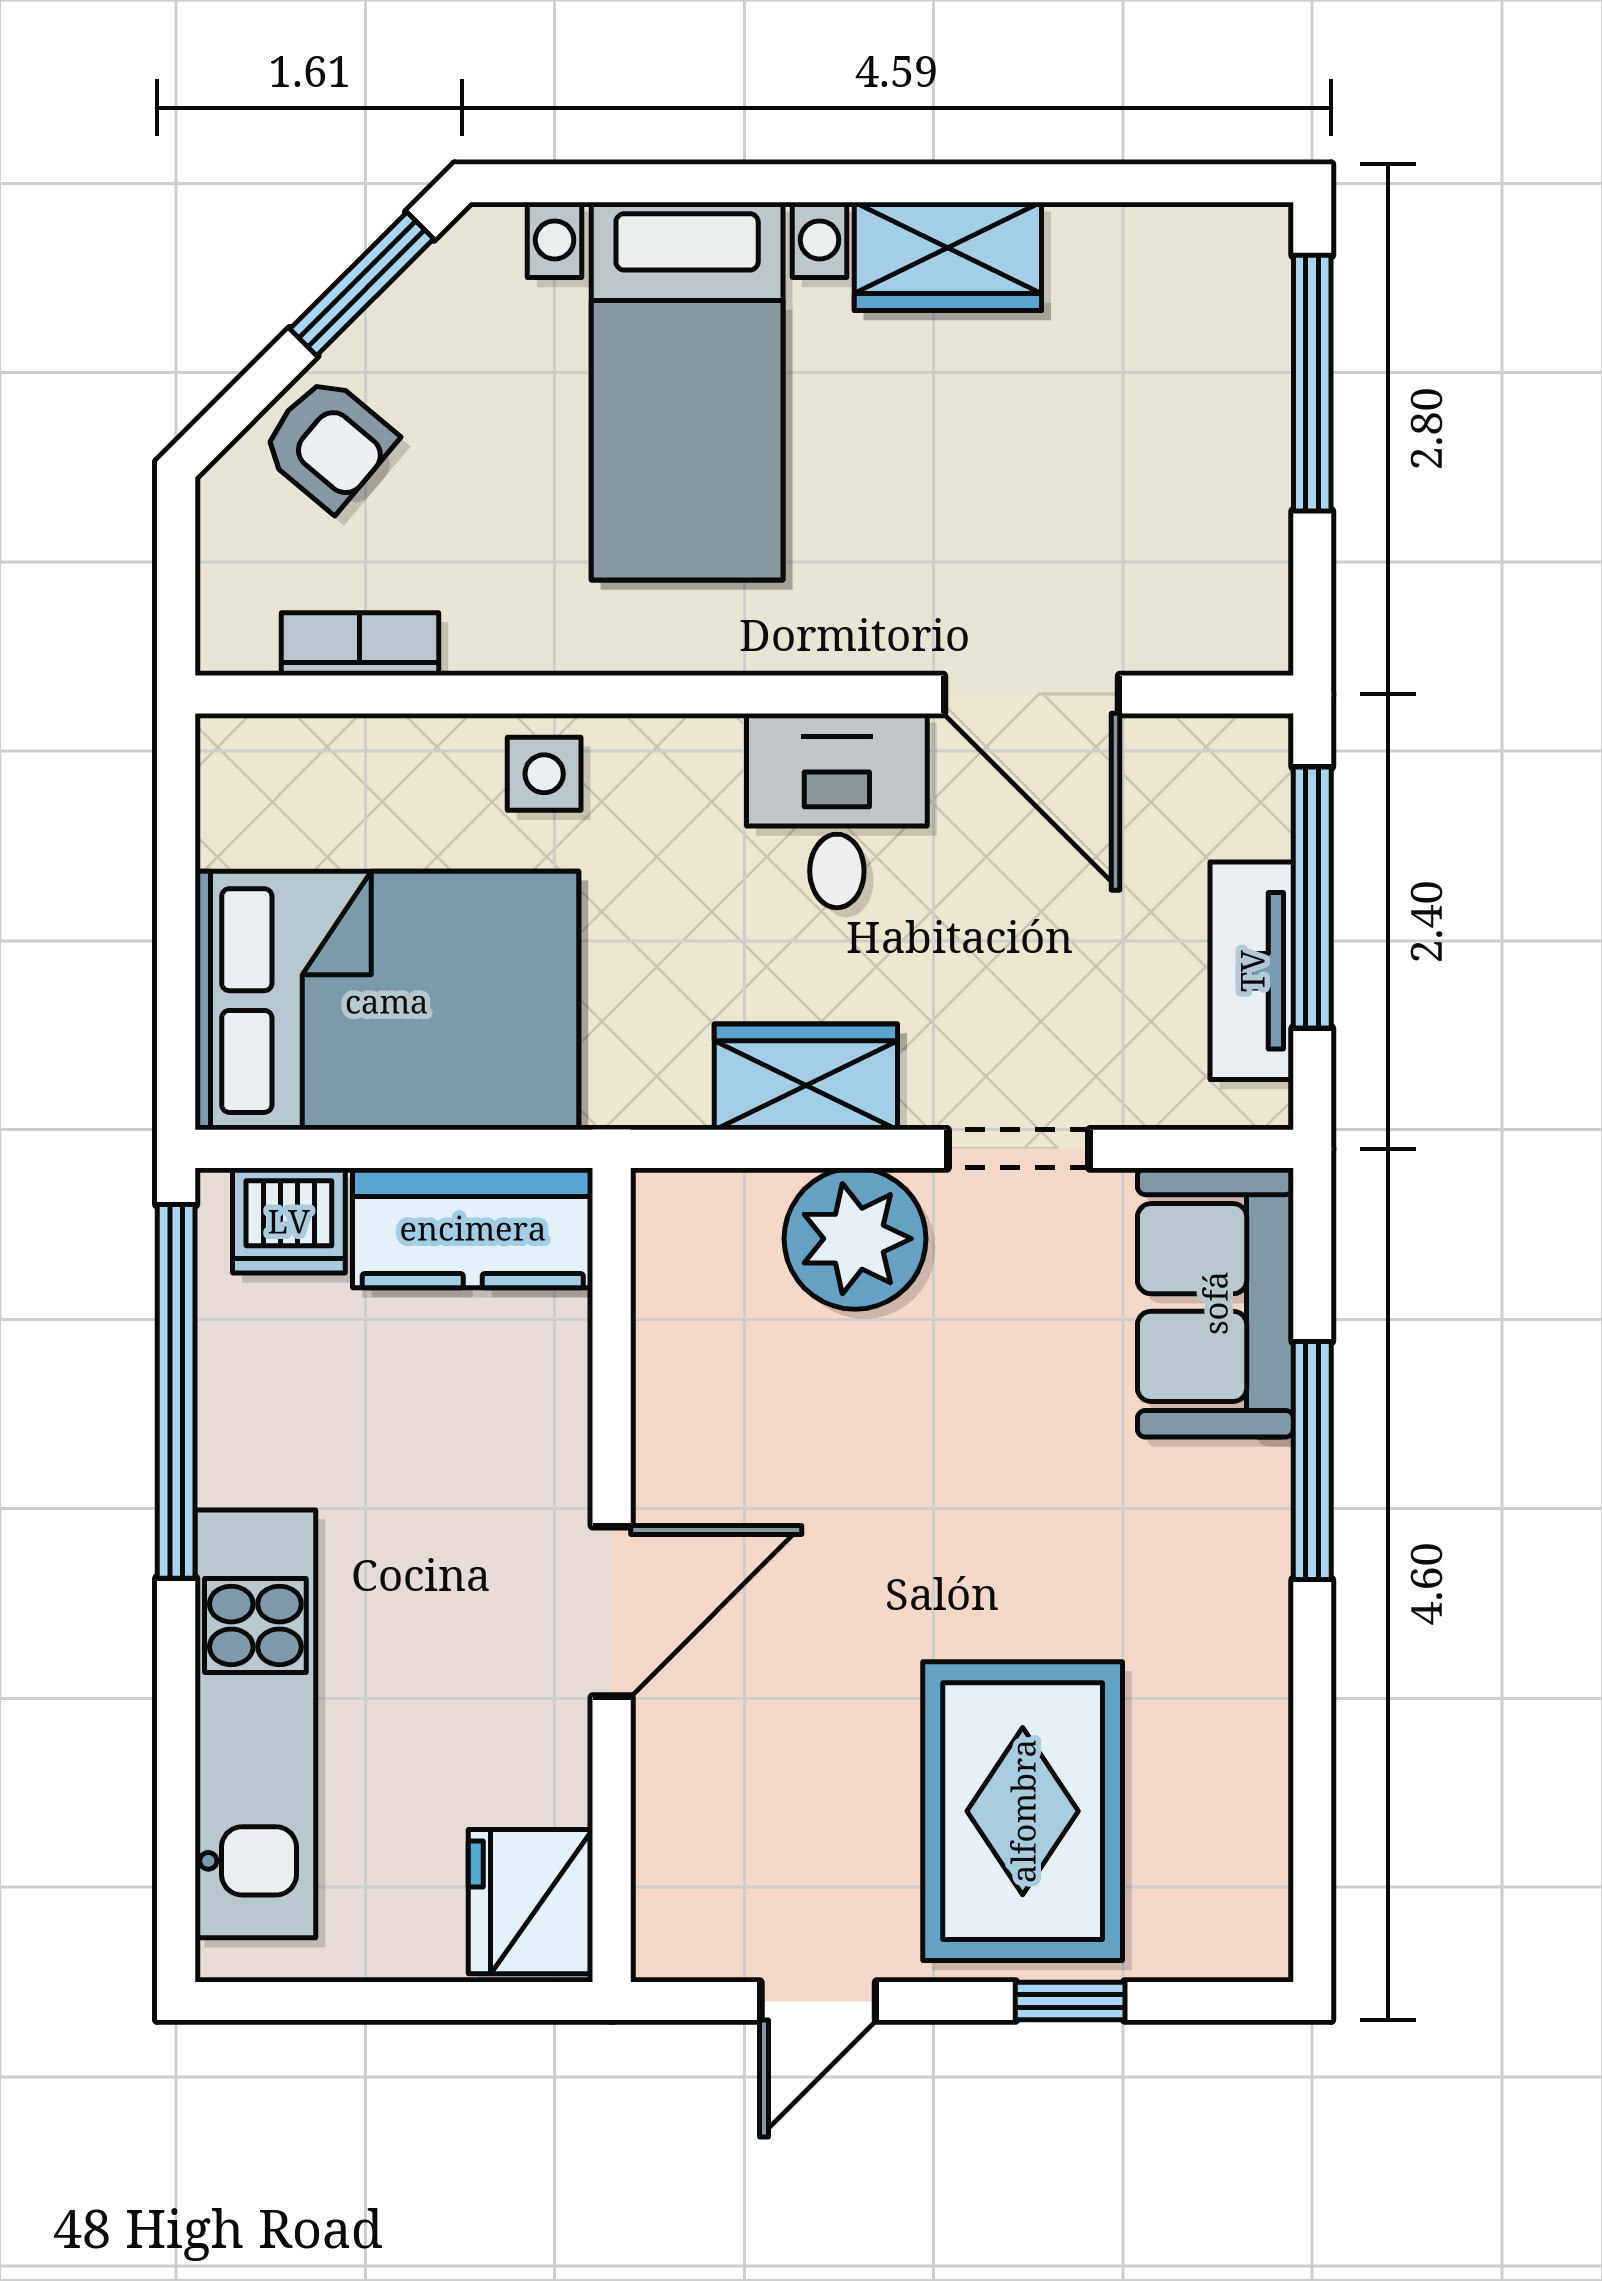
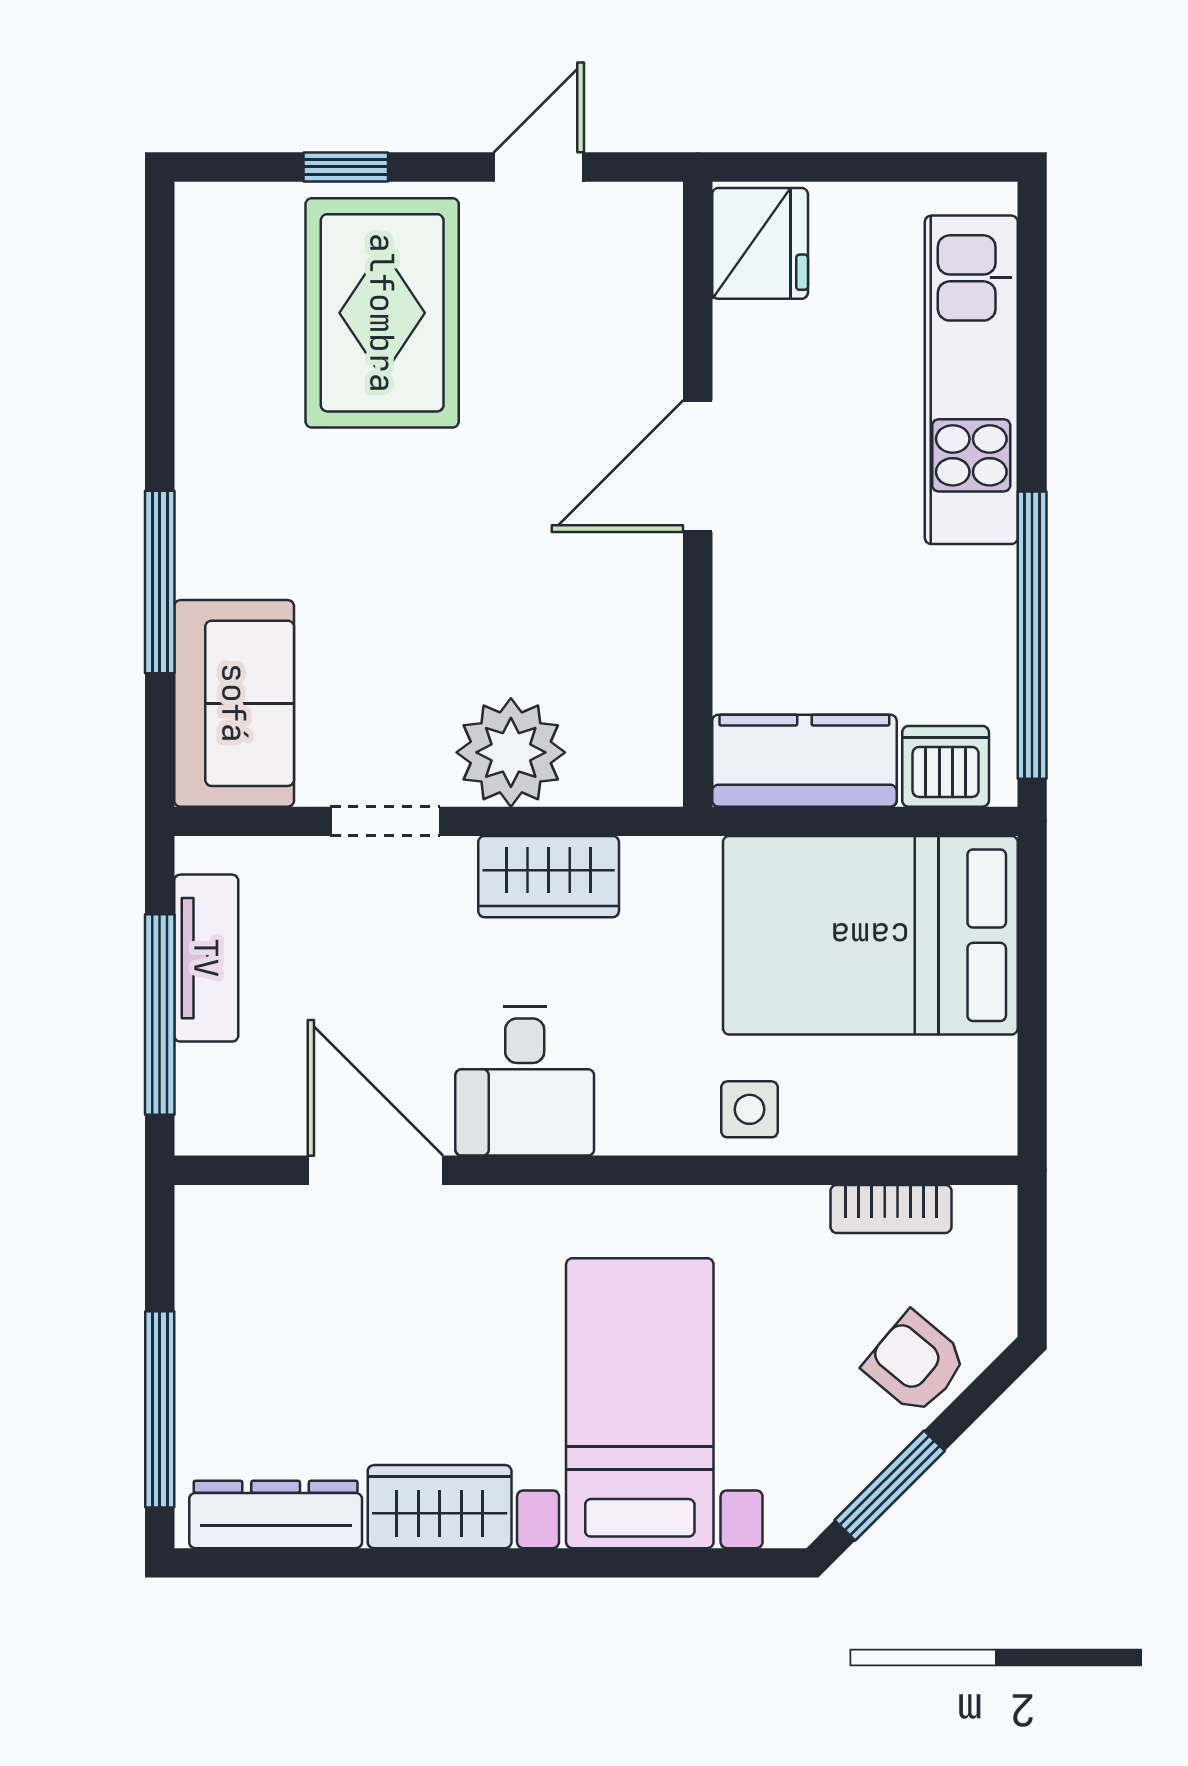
dresser: (1161, 246) -> (276, 1514), added

